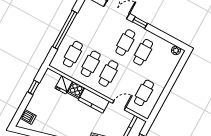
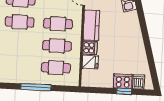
window: (65, 30) -> (36, 87), width x0.68
window: (33, 87) -> (124, 91), moved
cooker: (35, 104) -> (123, 81), added

